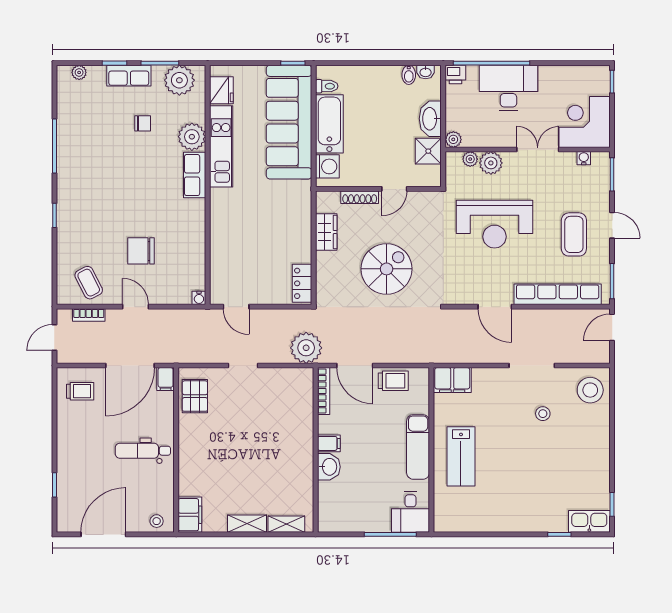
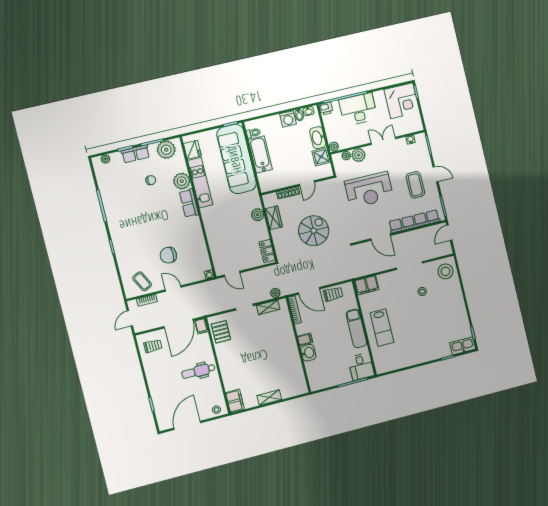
corner desk: (585, 122) -> (402, 101), moved, turned 180
washing machine: (327, 166) -> (288, 119), moved, turned 90
plant: (301, 221) -> (258, 215), added
plant: (306, 348) -> (275, 293), width x0.53, depth x0.53
shelving: (286, 524) -> (268, 307), moved

